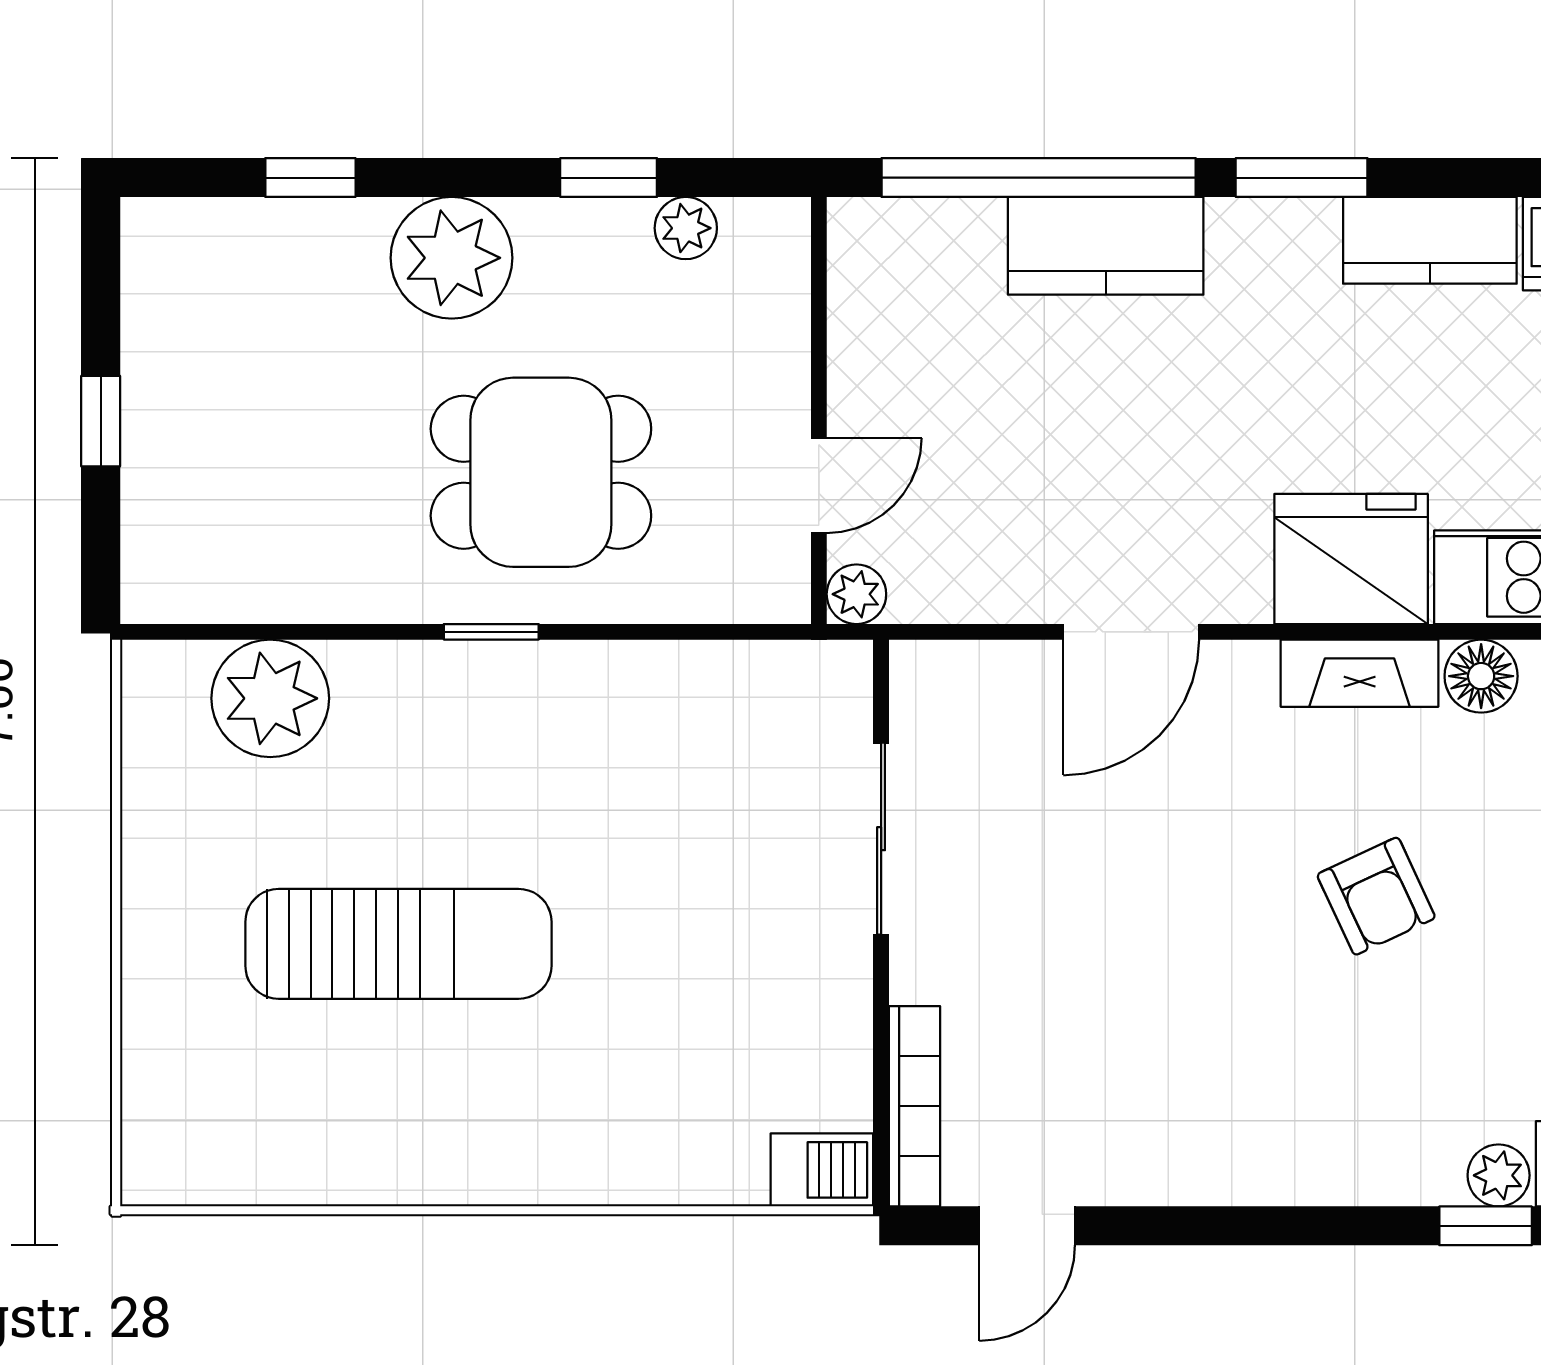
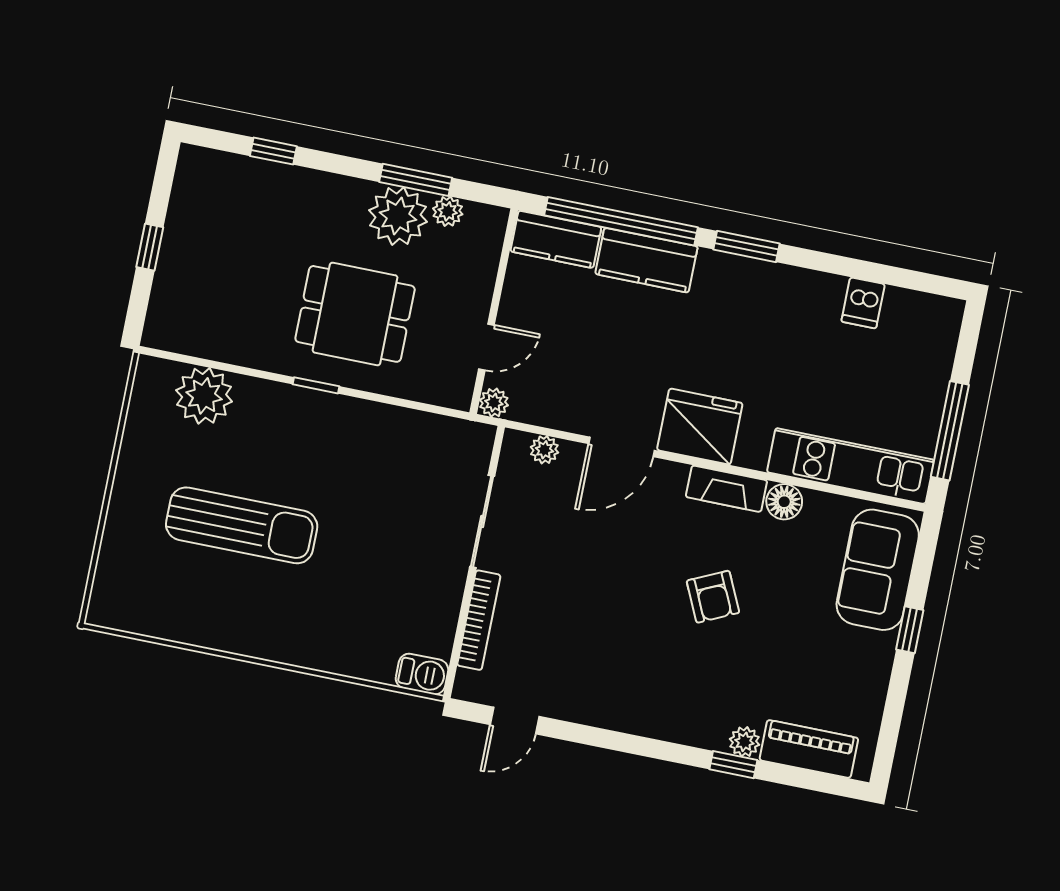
window: (609, 178) -> (416, 180), width x1.50
kitchen counter: (1430, 240) -> (556, 239), moved
plant: (452, 258) -> (398, 216), moved
fridge: (1351, 559) -> (700, 427), moved
plant: (977, 669) -> (544, 450), added
bookcase: (914, 1106) -> (479, 620), moved

